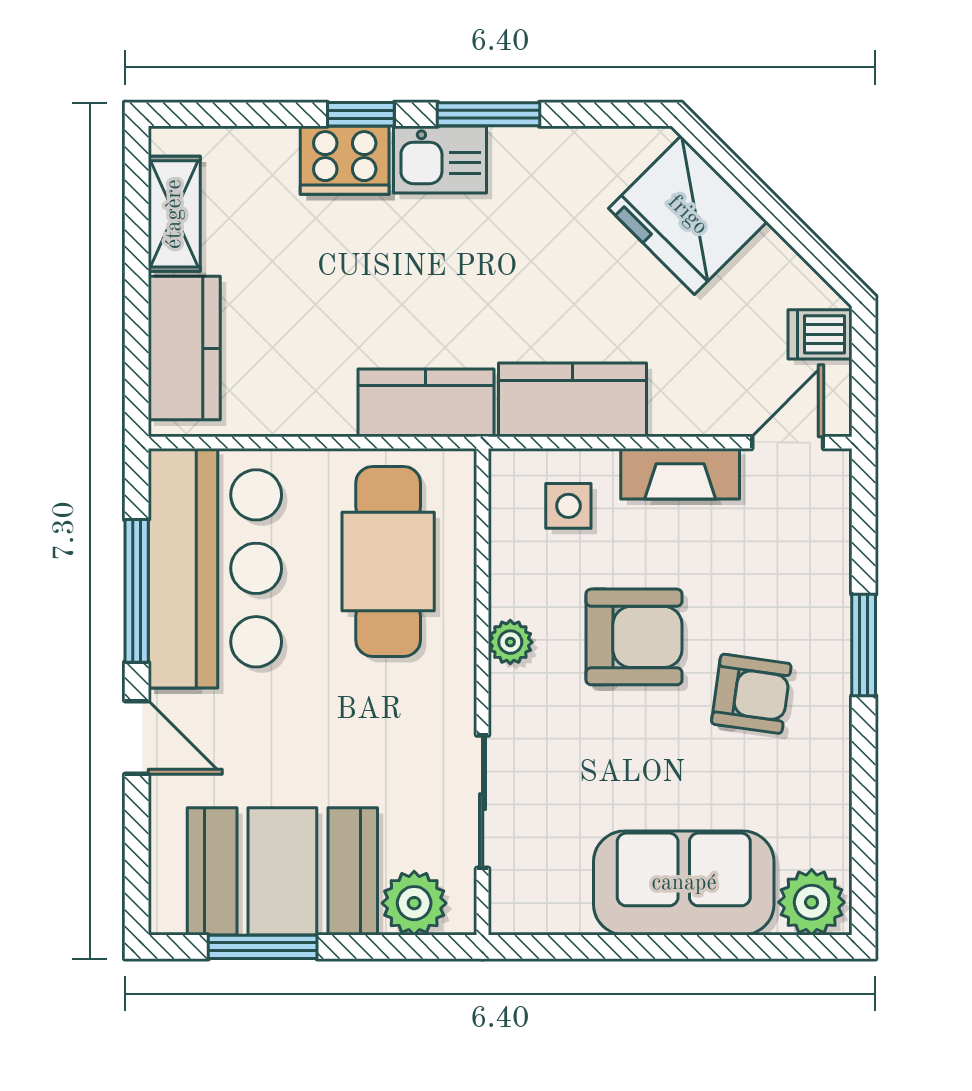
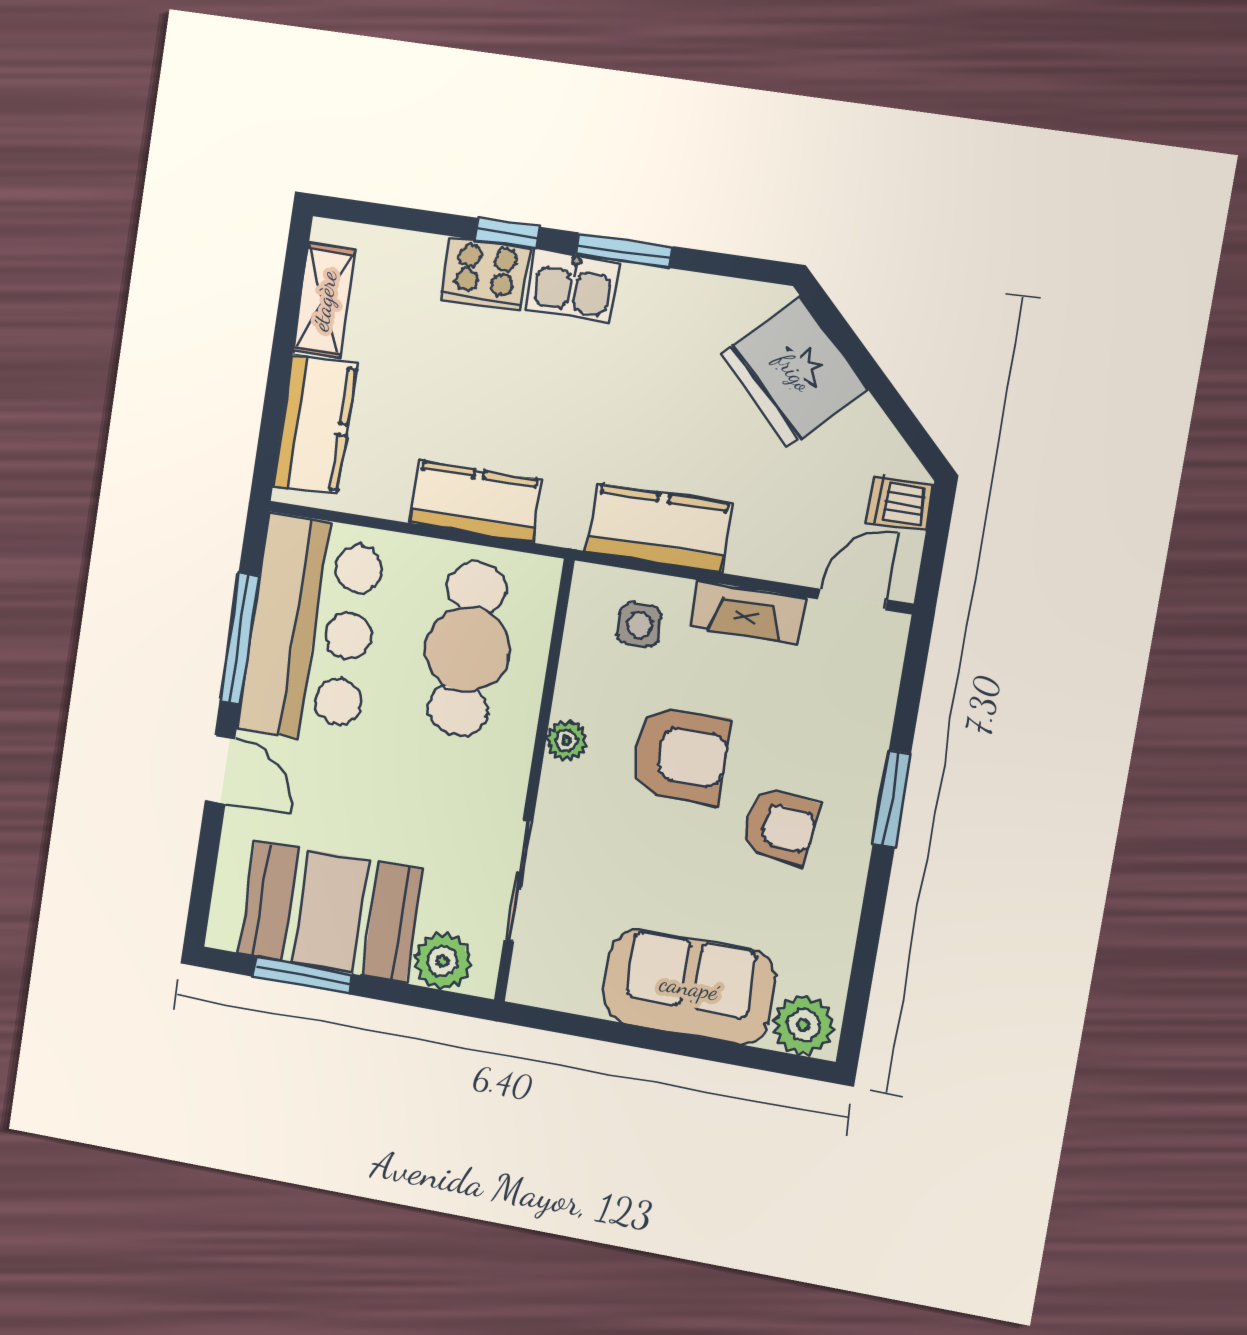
kitchen counter: (426, 403) -> (475, 502), moved

